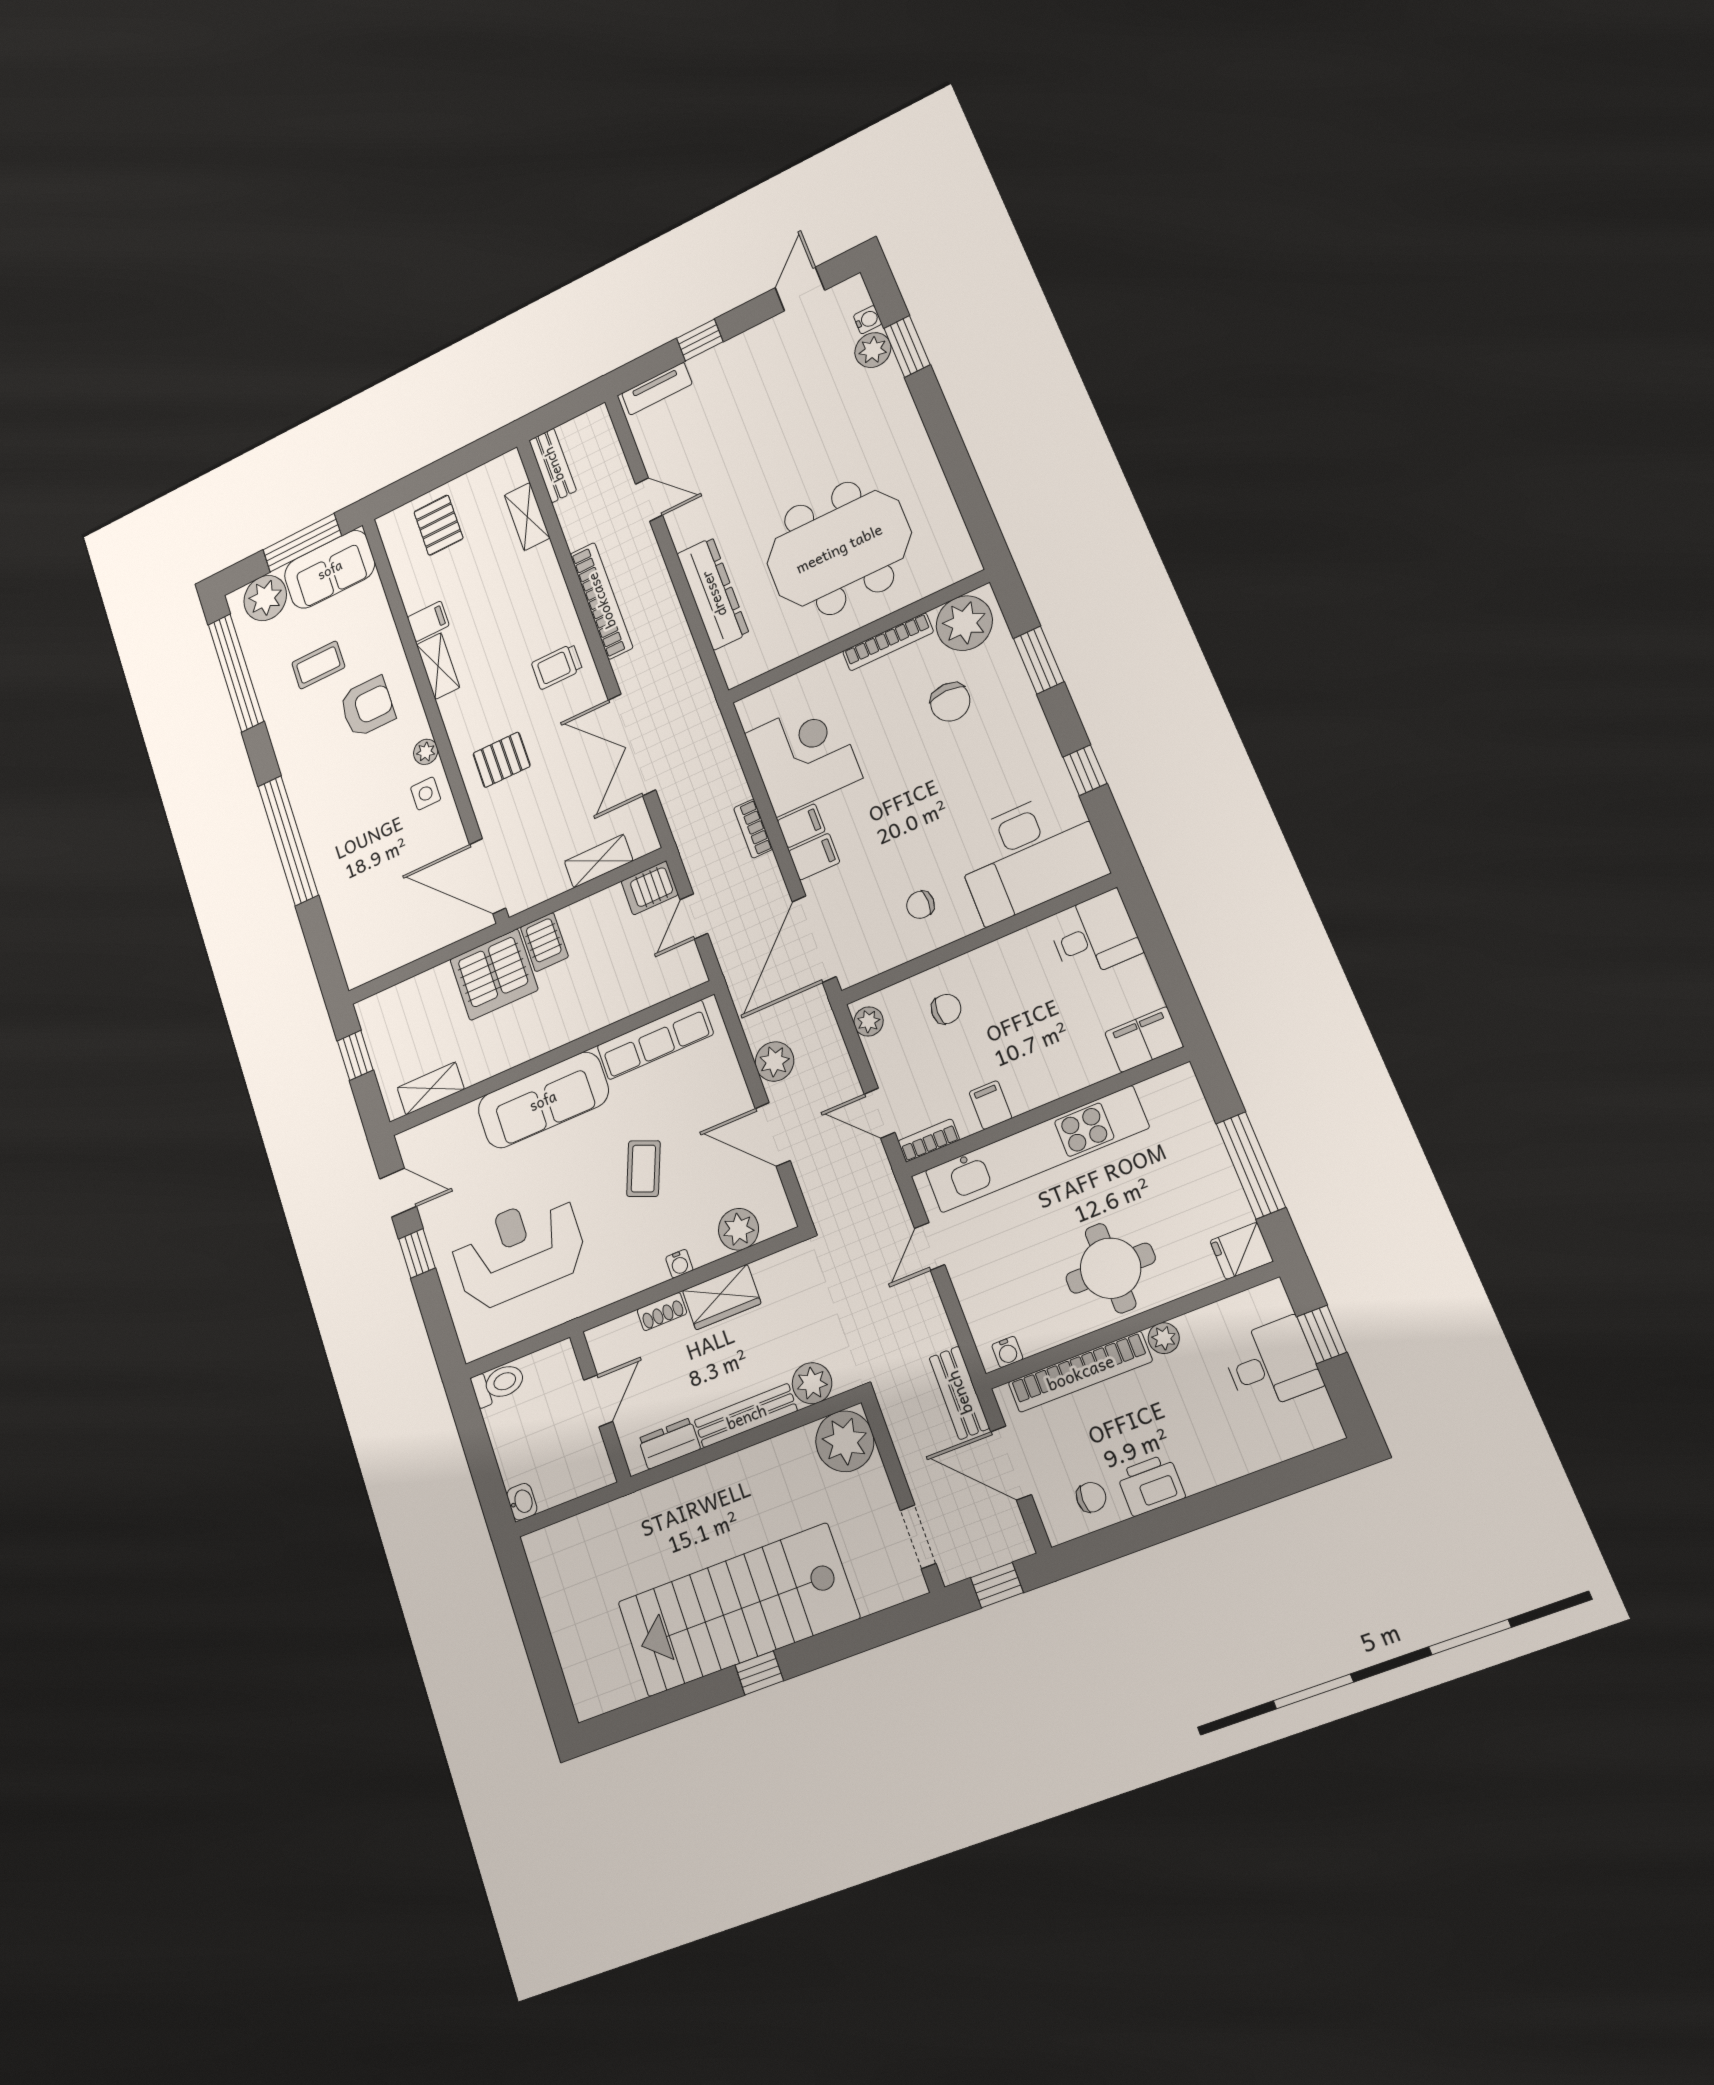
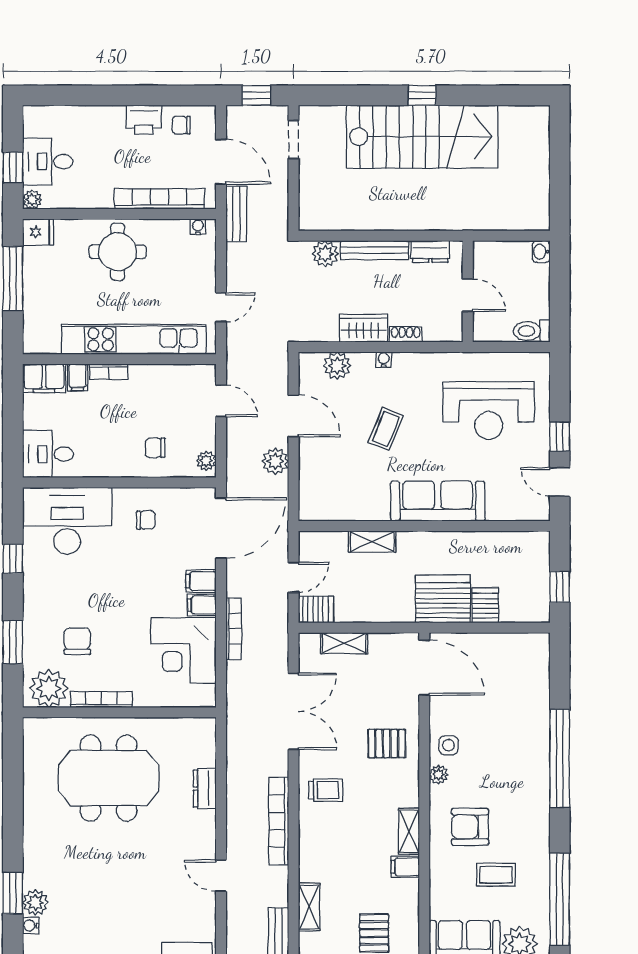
dresser: (713, 594) -> (205, 788), width x0.51, depth x0.80
bookcase: (753, 829) -> (234, 629), width x1.56
server rack: (544, 942) -> (485, 605), moved
row of seats: (655, 1040) -> (348, 508), removed
shelving: (431, 1089) -> (372, 542), moved
filing cabinet: (990, 1105) -> (77, 377), moved
bookcase: (929, 1140) -> (109, 372), moved
plant: (1164, 1338) -> (32, 200), moved
door: (598, 1401) -> (468, 295), swing flipped
plant: (845, 1441) -> (318, 212), removed

